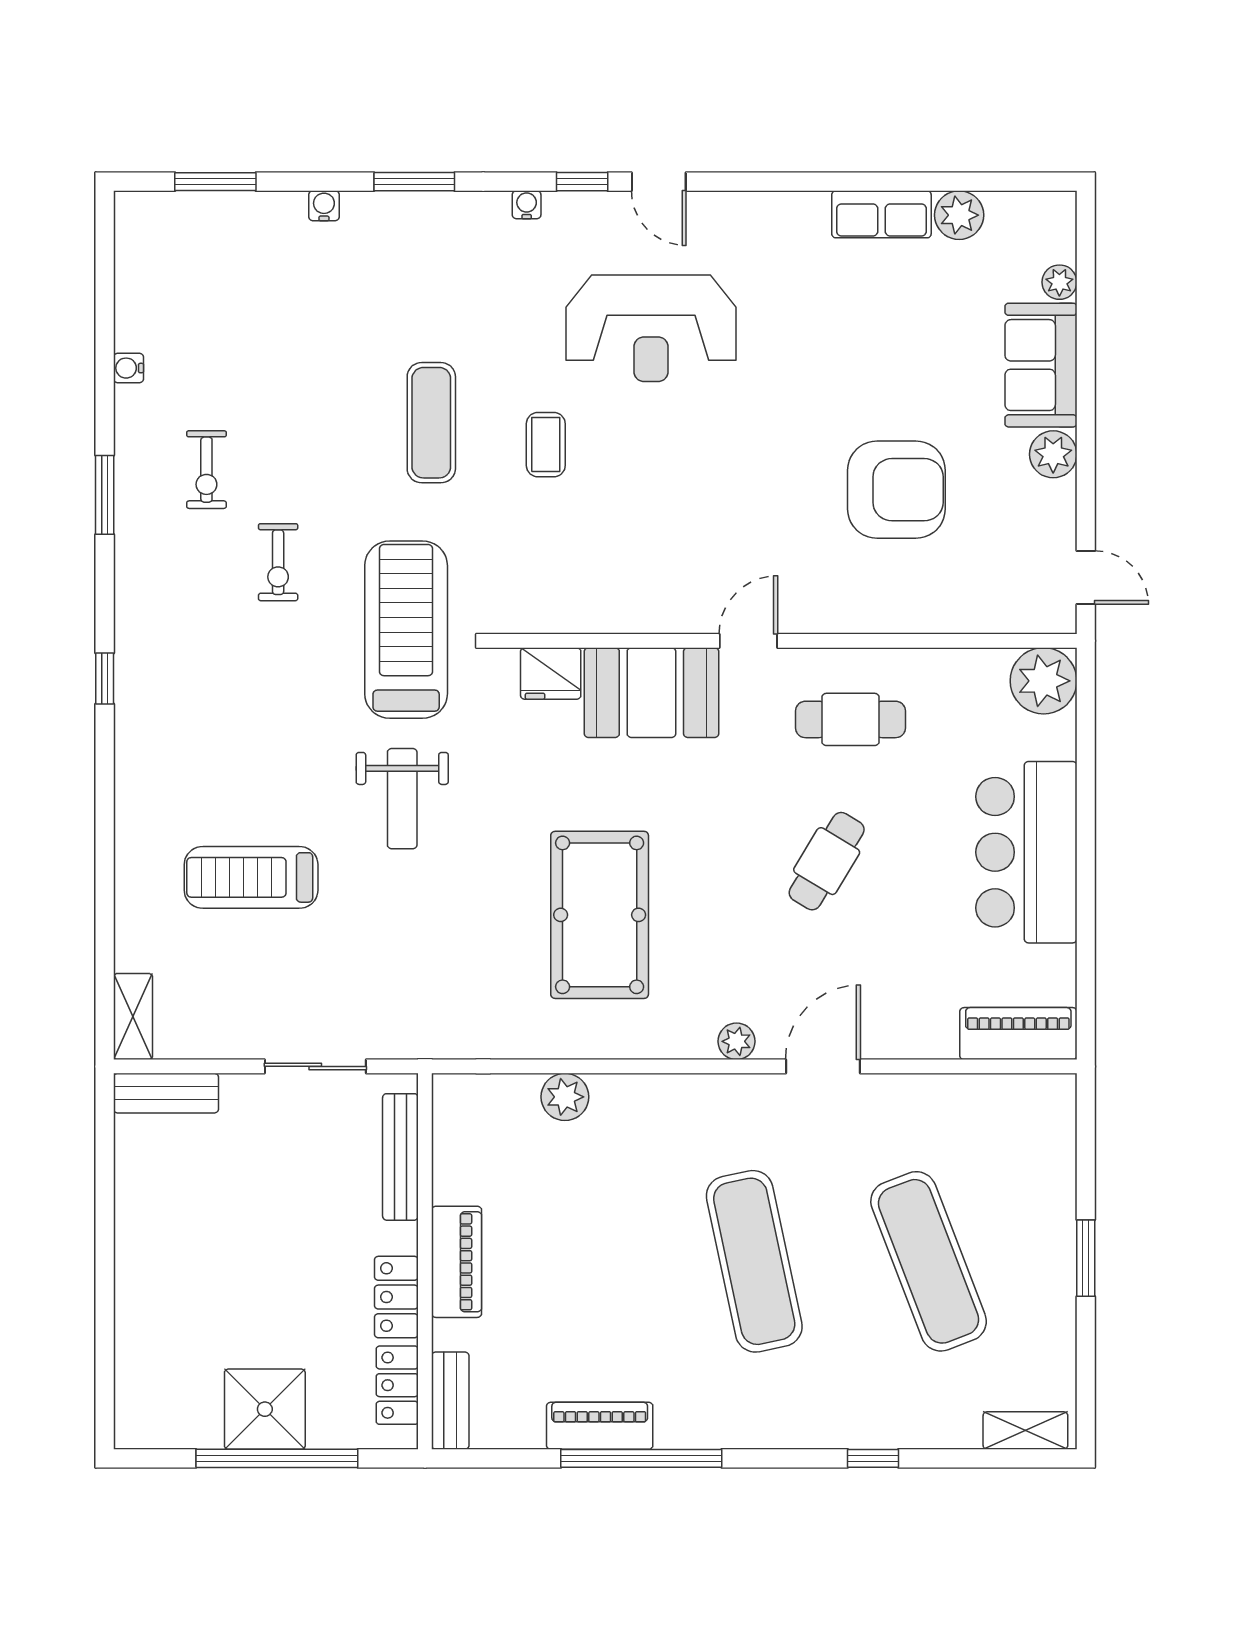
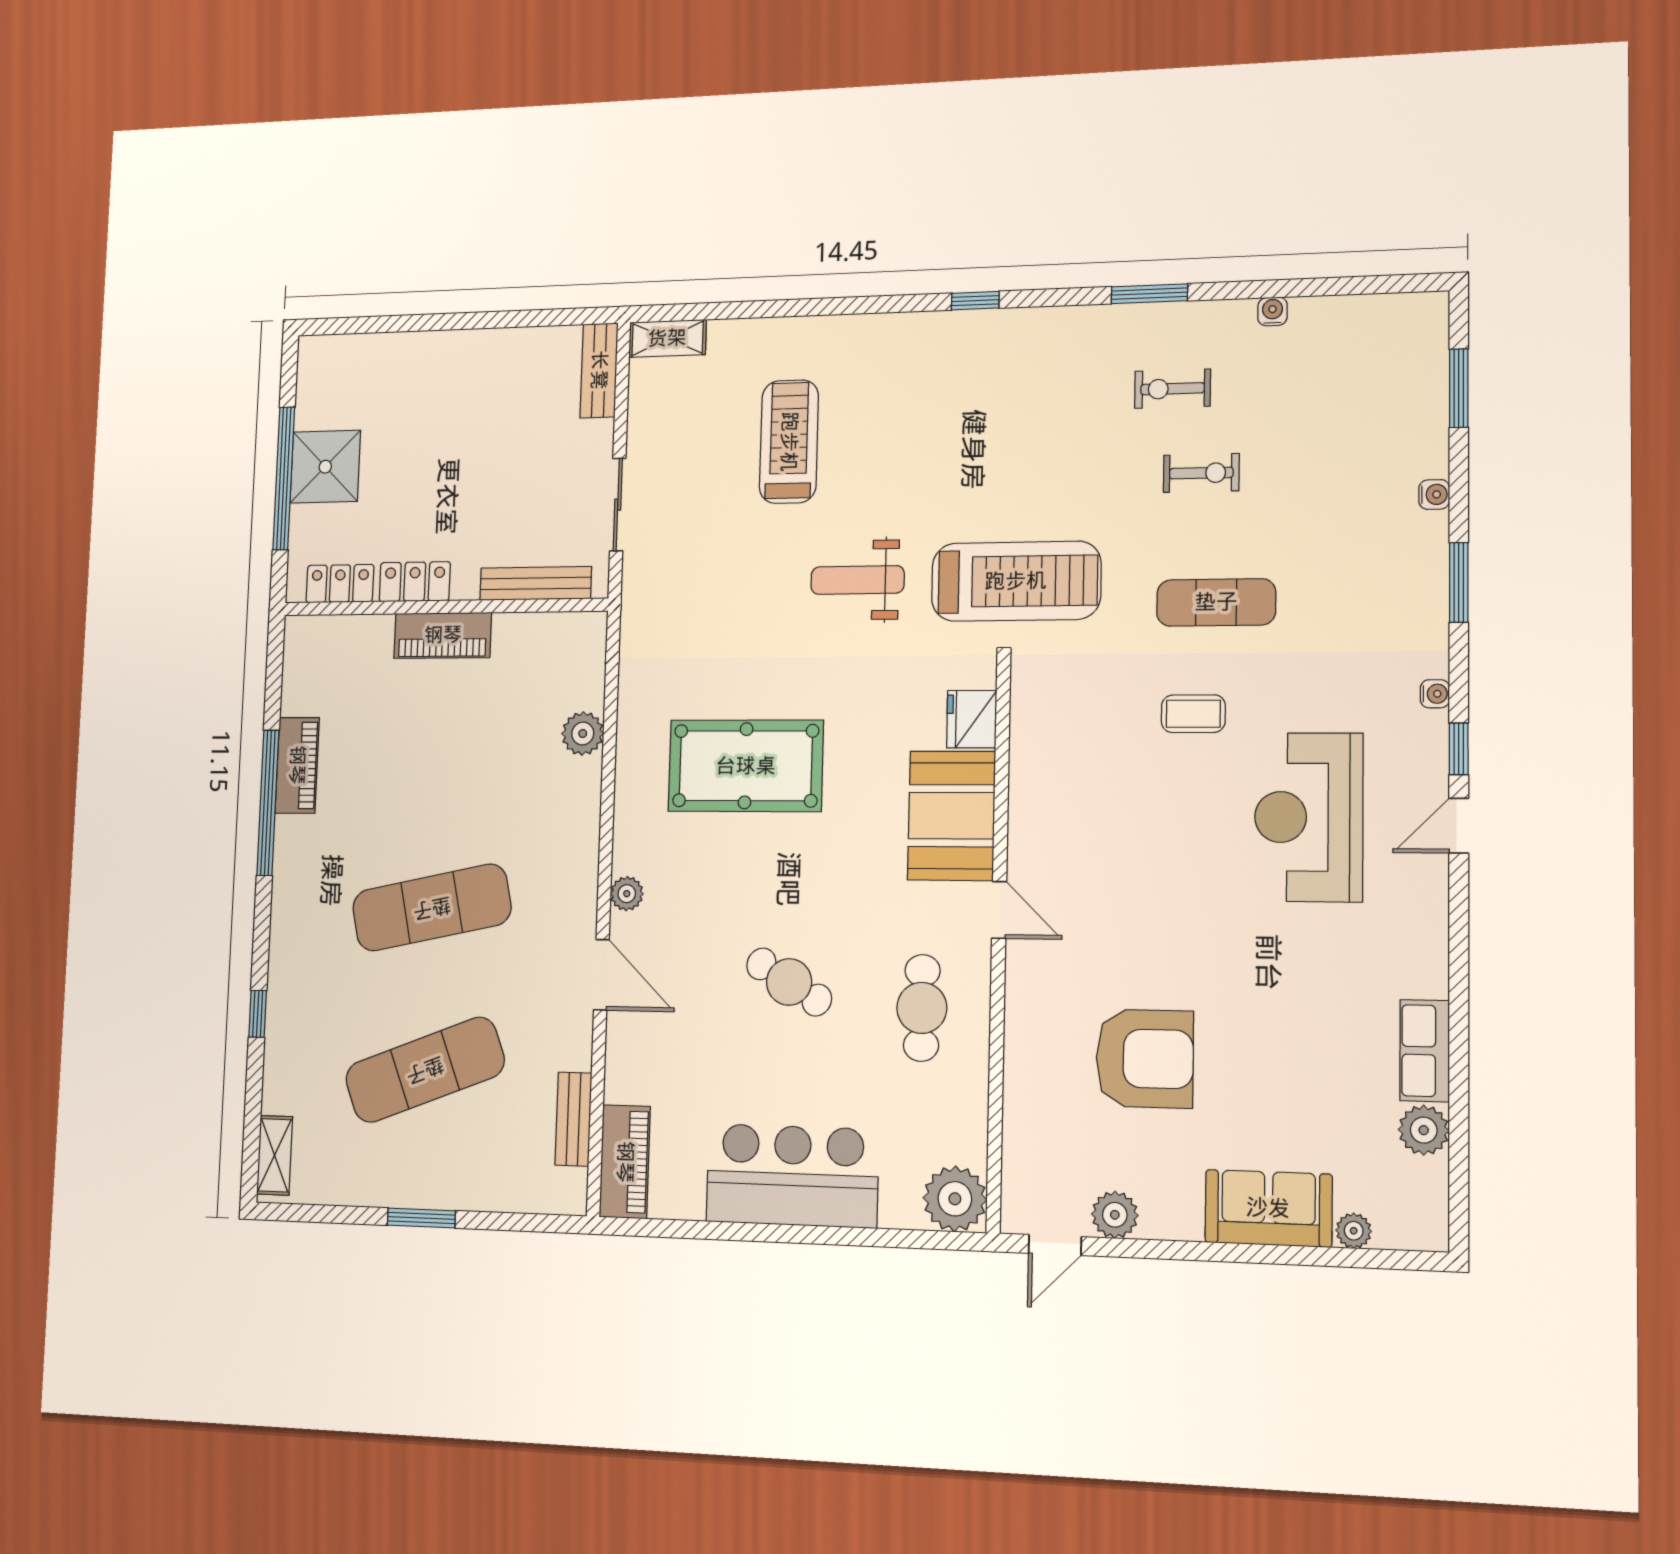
plant: (1053, 454) -> (1115, 1215), moved
armchair: (896, 490) -> (1145, 1059), turned -90
exercise bike: (278, 562) -> (1201, 473), moved, turned 180
bench: (450, 1401) -> (573, 1119), moved, turned 90

